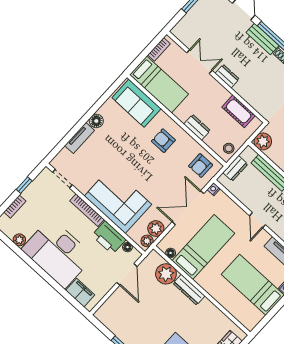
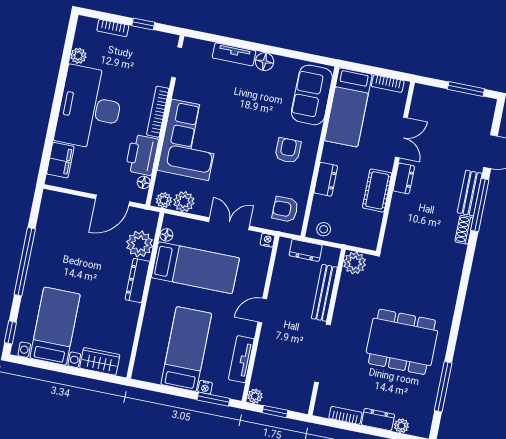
cot: (239, 111) -> (377, 190), moved
double door: (188, 208) -> (229, 224), width x0.73

